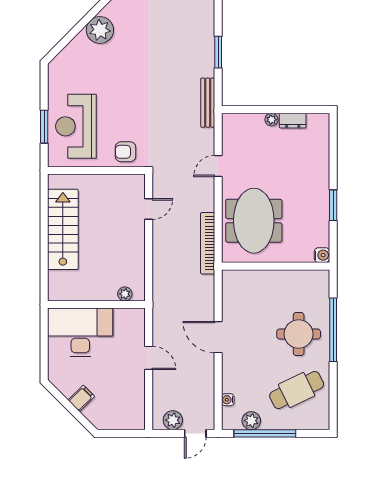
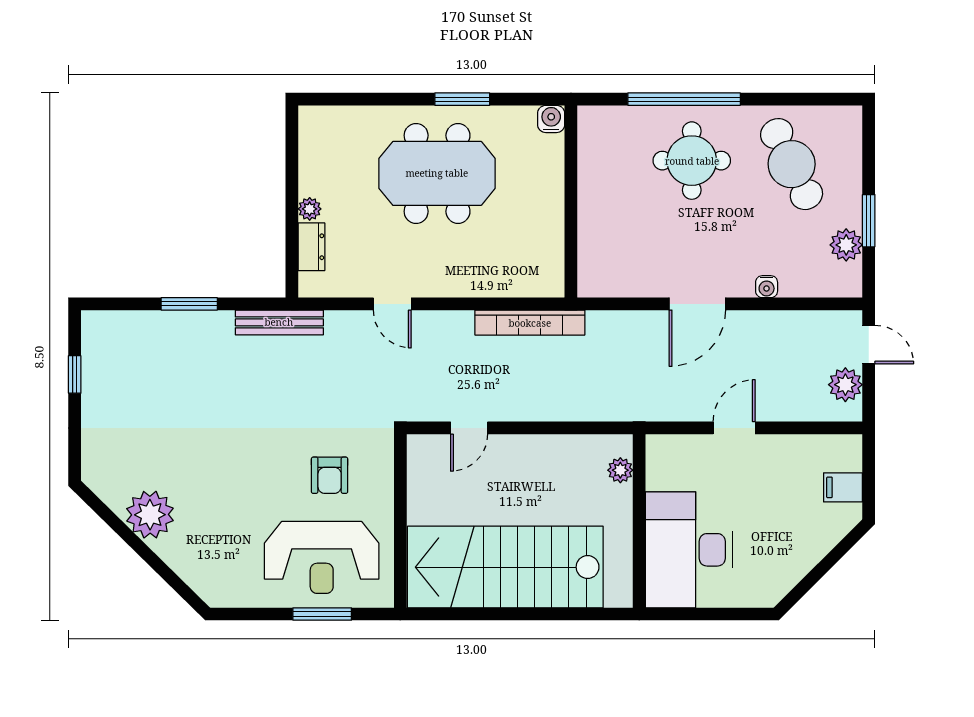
dresser: (293, 121) -> (311, 247), moved
armchair: (125, 152) -> (330, 475), moved
door: (149, 209) -> (469, 428), swing flipped
meeting table: (254, 221) -> (437, 173), moved
stairs: (63, 229) -> (505, 567), width x1.36, depth x1.51
filing cabinet: (81, 398) -> (843, 487), moved, turned -45
water cooler: (228, 400) -> (767, 287), moved
window: (265, 433) -> (869, 221), width x0.47

